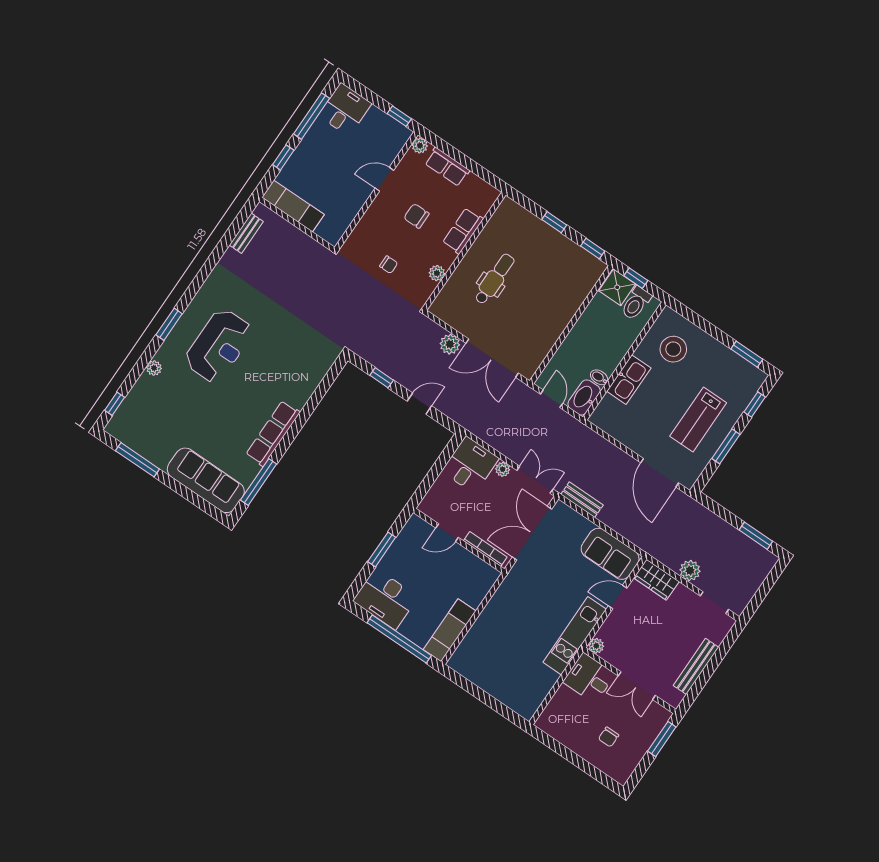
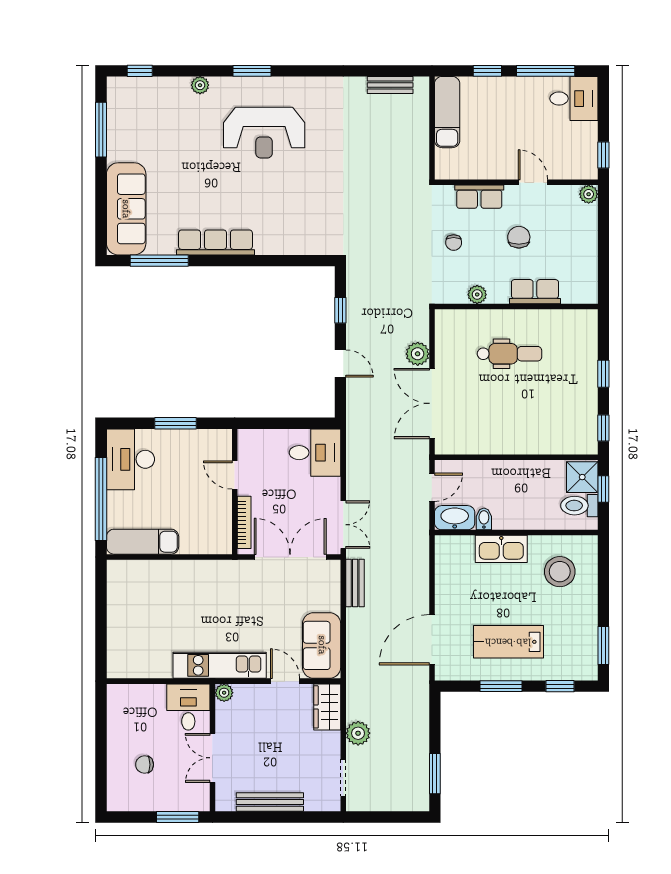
row of seats: (447, 167) -> (479, 197), moved, turned -90
plant: (503, 469) -> (332, 487), removed

